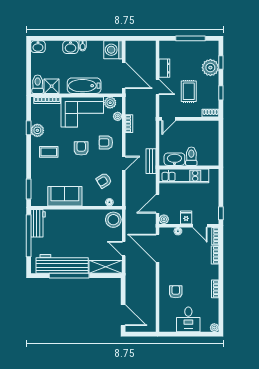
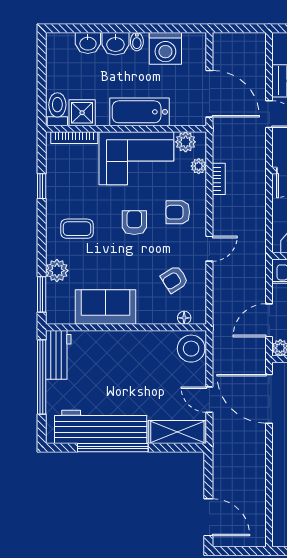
washbasin: (38, 47) -> (88, 43), moved
washing machine: (113, 50) -> (165, 48), moved, turned -90
plant: (37, 130) -> (57, 271), moved
bench: (151, 161) -> (258, 245), removed

